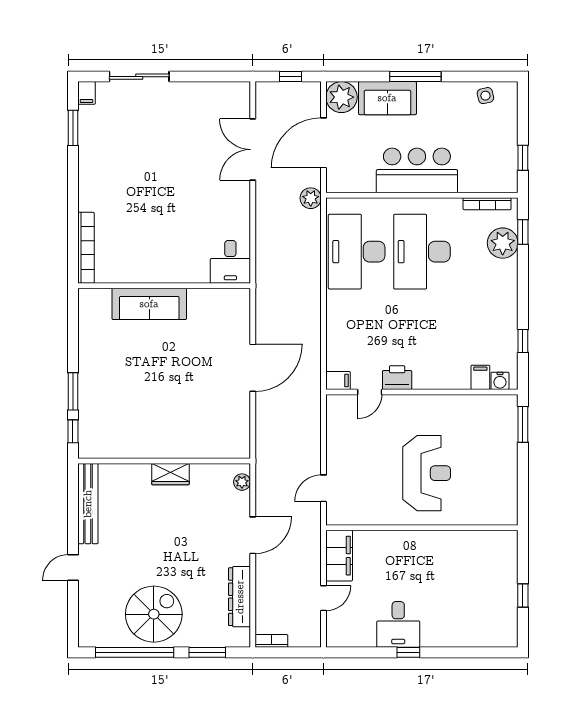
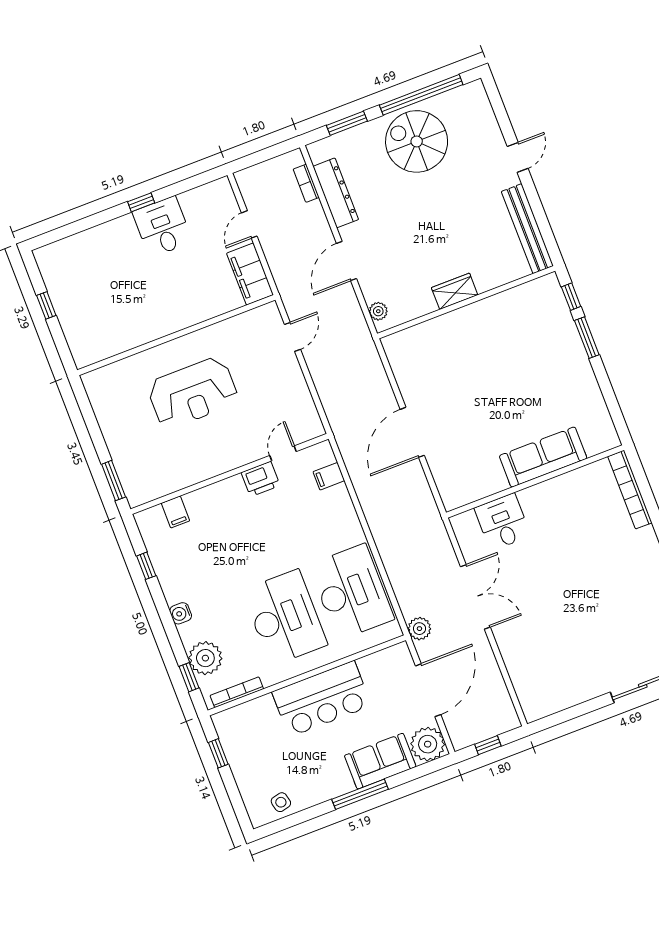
double door: (253, 150) -> (475, 597), moved
desk: (230, 262) -> (502, 522), moved
filing cabinet: (338, 381) -> (329, 476), moved
water cooler: (500, 381) -> (181, 613), moved, turned -90
reception desk: (427, 473) -> (193, 393), turned -90
spiral stairs: (154, 614) -> (417, 141), turned 90
bookcase: (271, 641) -> (306, 183), moved, turned 90

